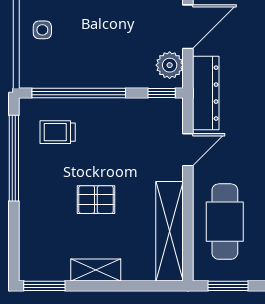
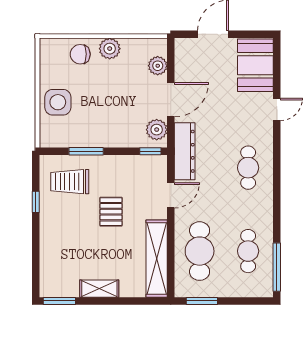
side table: (42, 30) -> (58, 102), width x1.87, depth x1.87
window: (79, 93) -> (86, 151), width x0.47
trolley: (58, 132) -> (70, 182), width x1.36, depth x1.39
window: (14, 158) -> (36, 202), width x0.32
pallet: (96, 200) -> (111, 212), moved, turned 90

